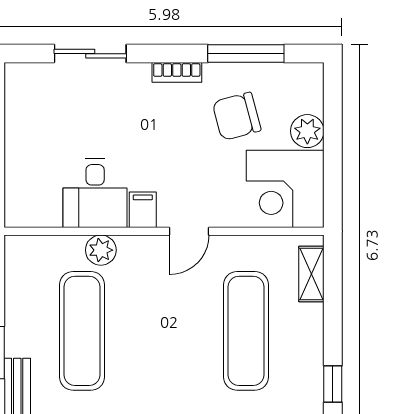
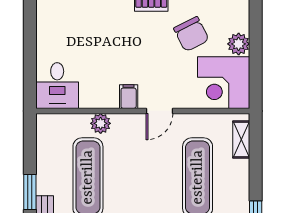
chair: (237, 116) -> (191, 34), turned -102
desk: (95, 193) -> (57, 86), moved

